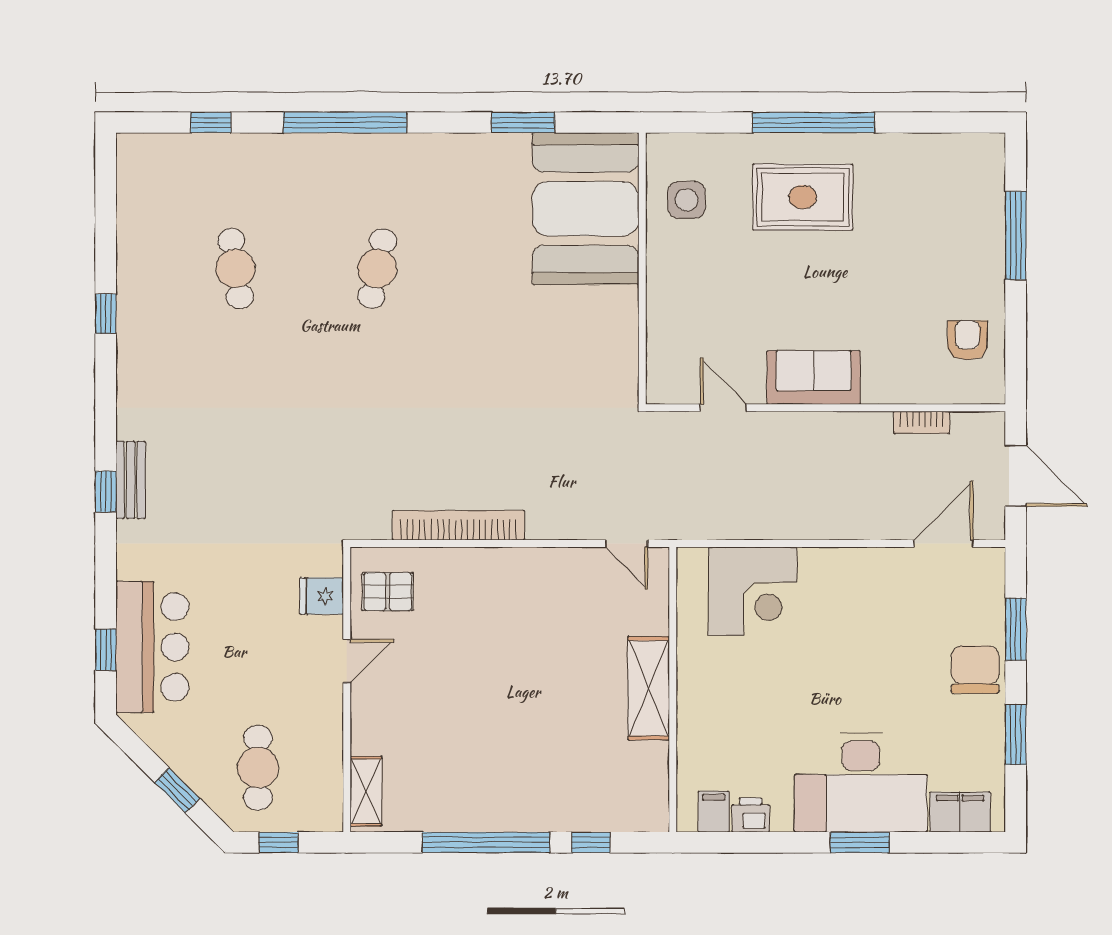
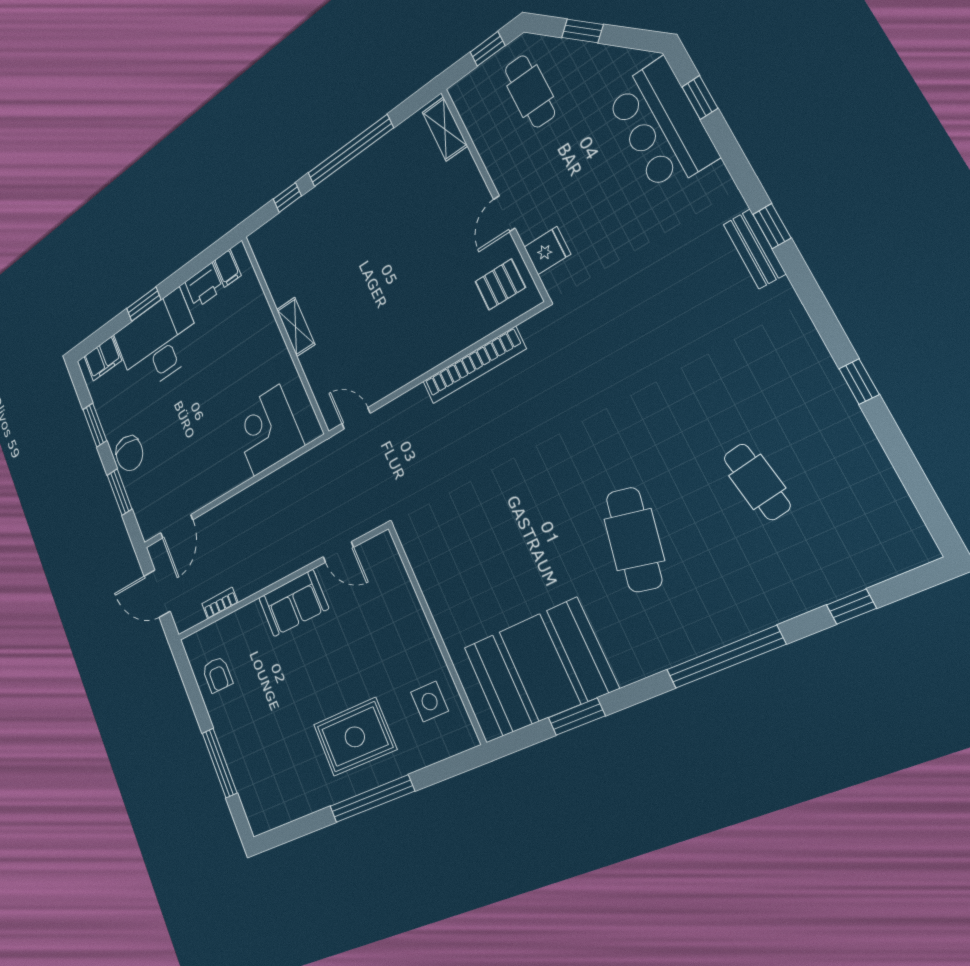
booth: (586, 209) -> (539, 668), moved, turned 90
cafe table: (377, 269) -> (634, 540), width x1.37, depth x1.35
shelving: (649, 688) -> (296, 327), width x0.67, depth x0.75
printer: (751, 815) -> (204, 286), width x1.36, depth x1.24

